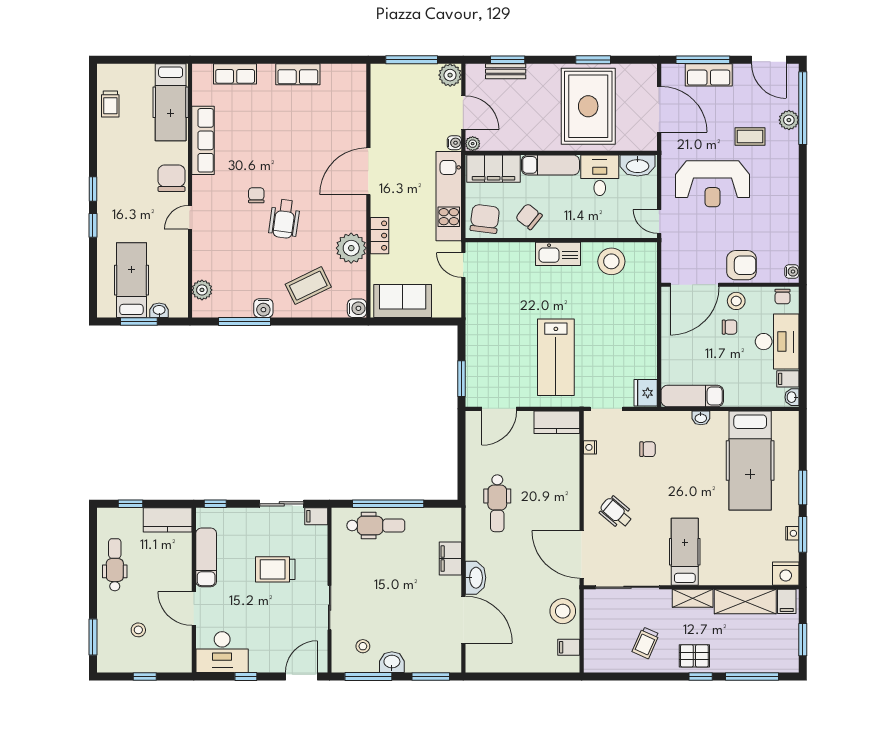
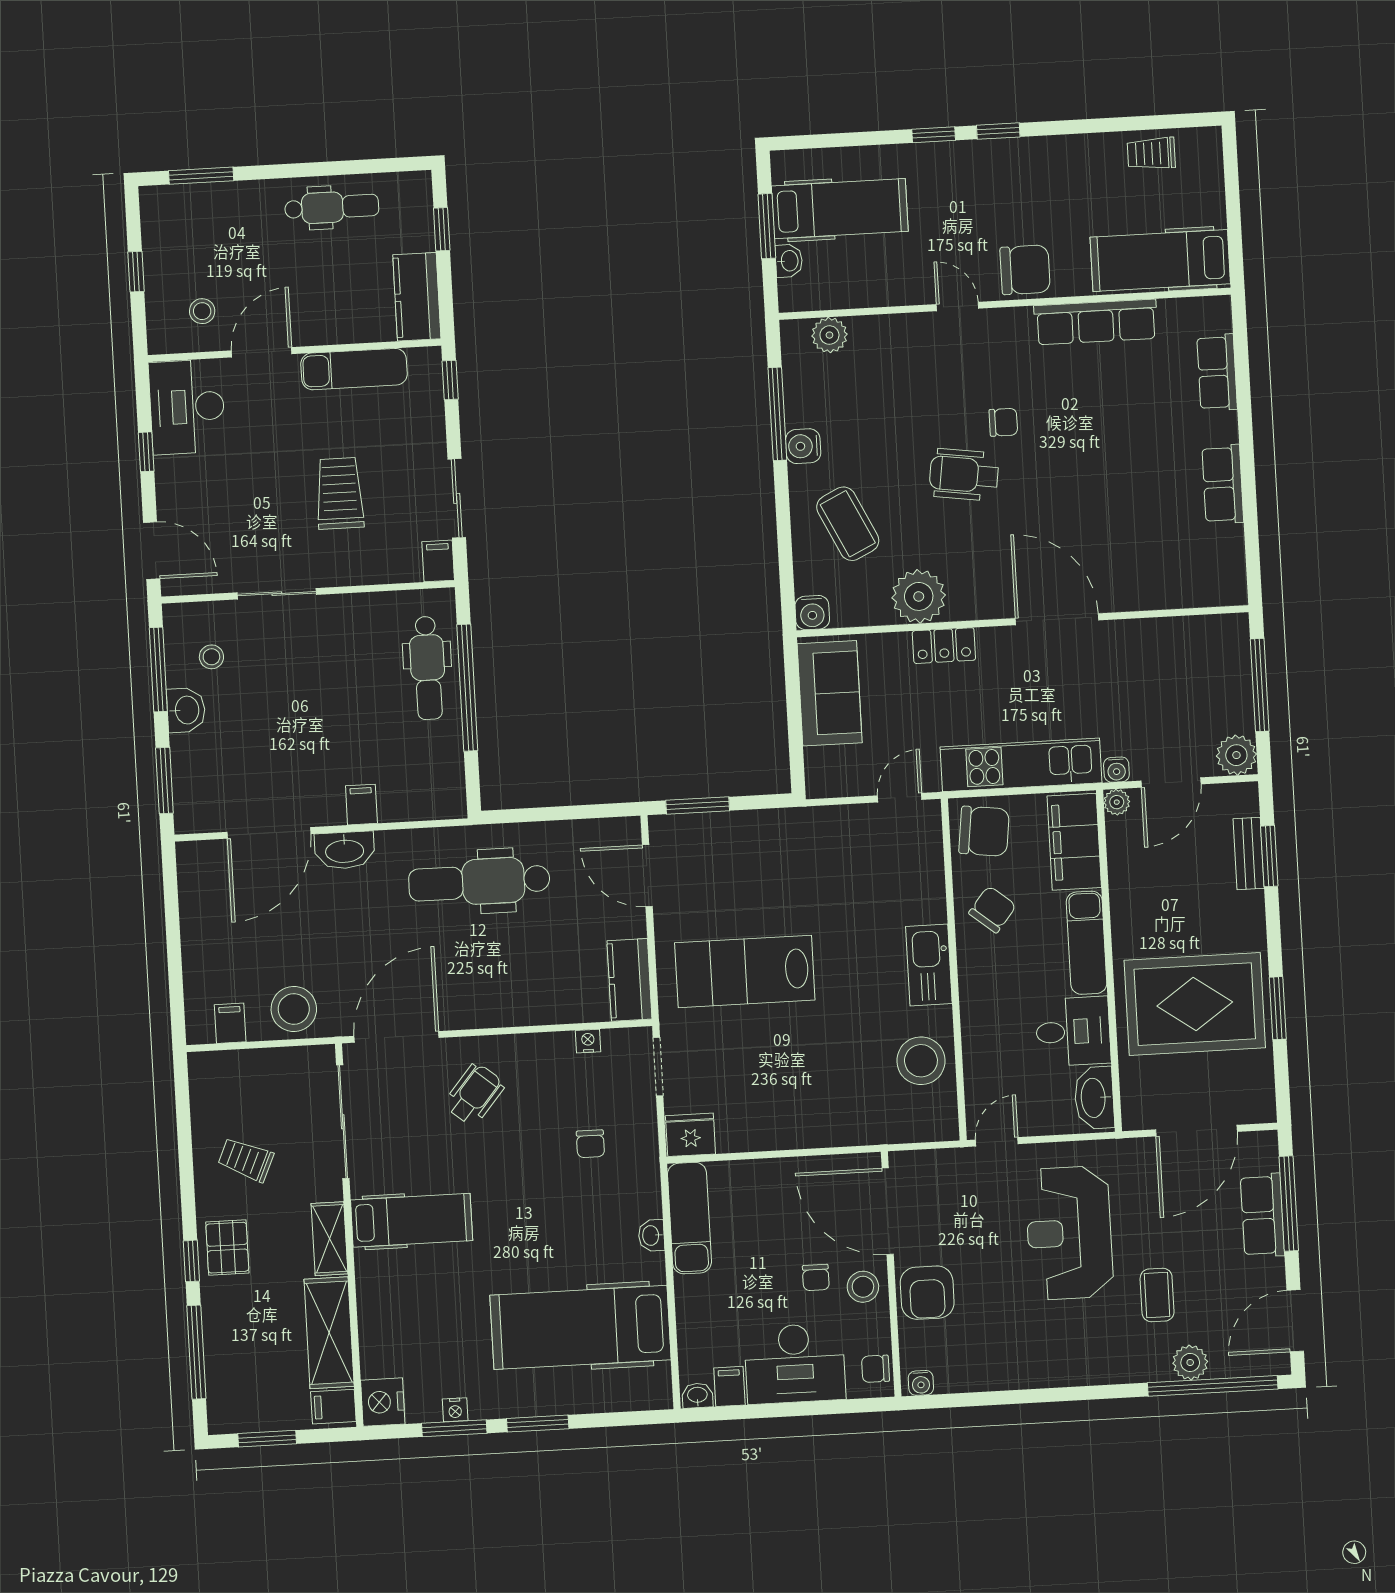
dental chair: (497, 503) -> (479, 882), width x1.36, depth x1.38
filing cabinet: (450, 559) -> (361, 805), width x0.50
stool: (138, 630) -> (202, 311), moved

